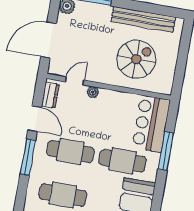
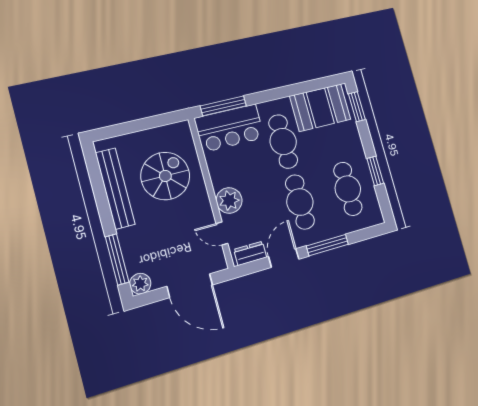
spiral stairs: (136, 59) -> (165, 176), turned 90
plant: (93, 92) -> (229, 200), width x1.87, depth x1.87
window: (166, 151) -> (223, 106), moved

